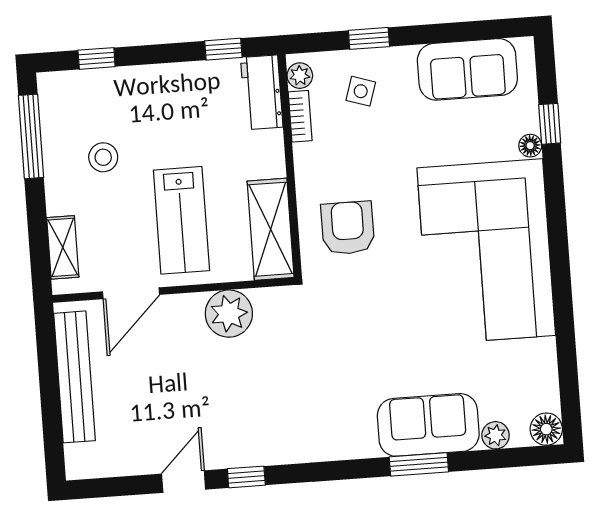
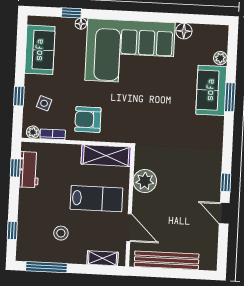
workbench: (262, 92) -> (29, 170), moved, turned -90
armchair: (348, 228) -> (88, 120), moved
floor lamp: (546, 429) -> (184, 31), moved

